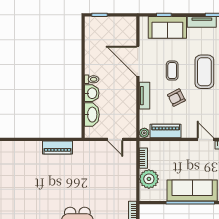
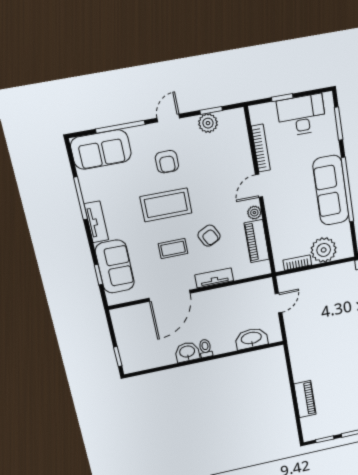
washbasin: (92, 93) -> (187, 352), moved
plant: (144, 133) -> (254, 213), moved
piano: (57, 147) -> (305, 399), moved

